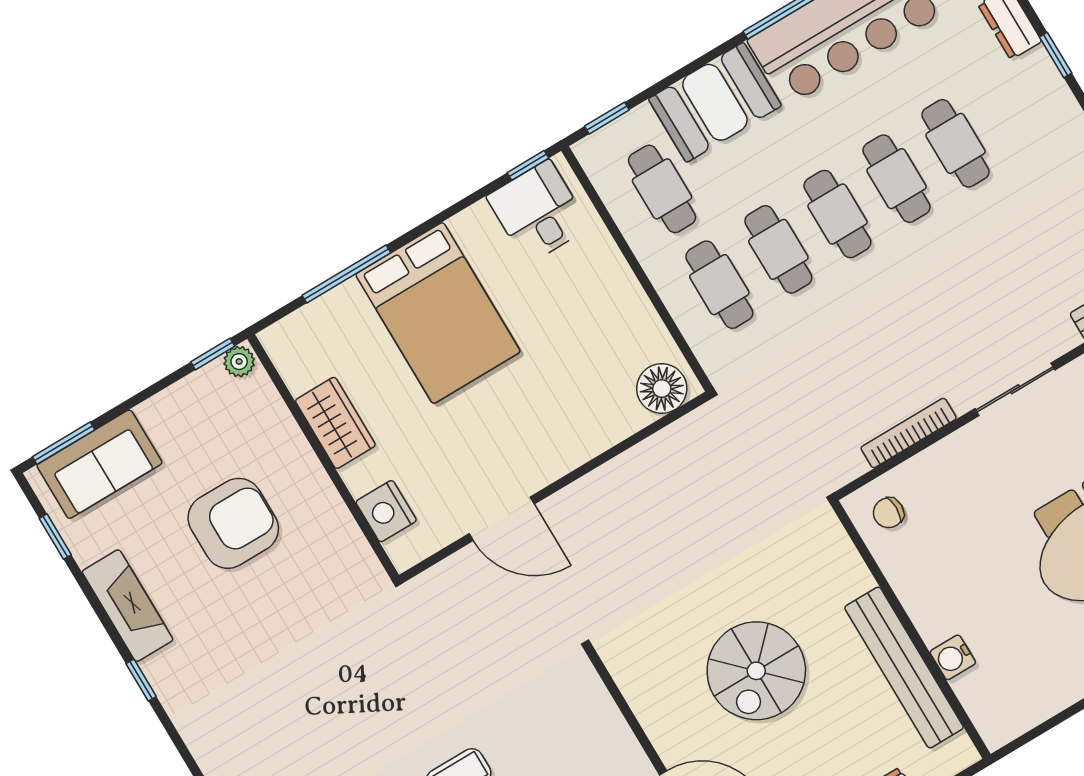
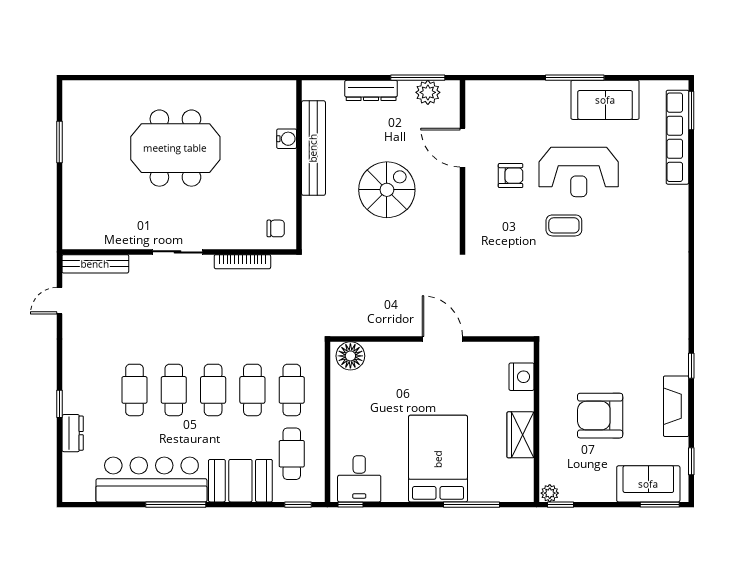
door: (502, 519) -> (442, 339), moved

